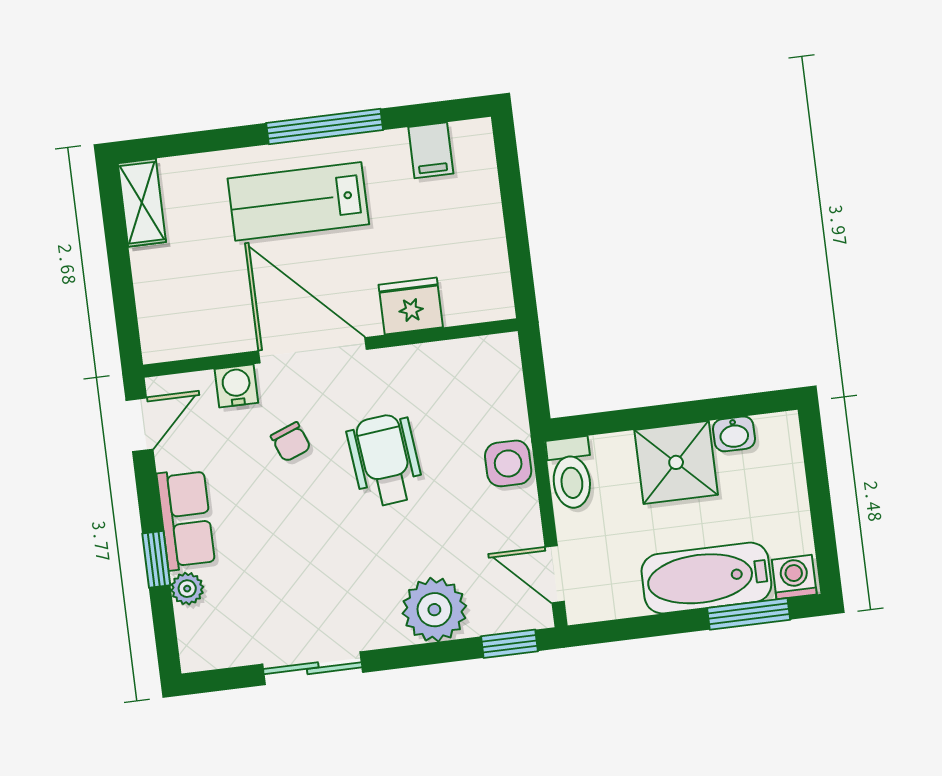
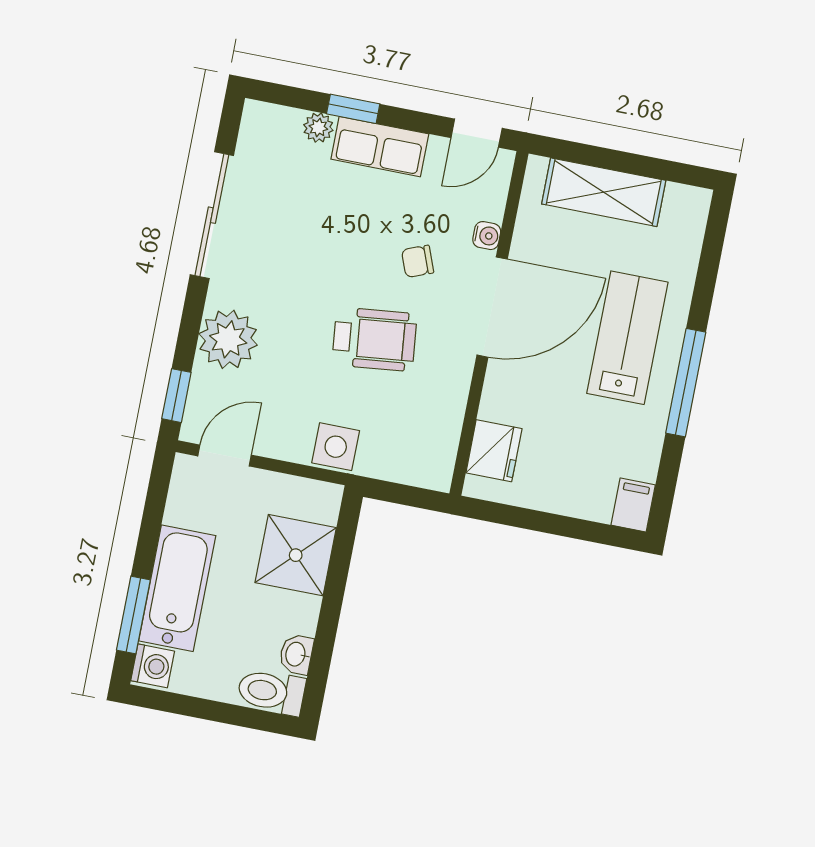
filing cabinet: (431, 150) -> (633, 505), moved, turned 90
shelving: (142, 203) -> (604, 192), moved, width x1.50, depth x1.33
fridge: (411, 306) -> (494, 451), moved
water cooler: (236, 386) -> (487, 236), width x0.72, depth x0.72
door: (139, 425) -> (477, 133), hinge flipped
shower: (676, 462) -> (296, 555), moved
toilet: (571, 473) -> (271, 692), moved
sliding door: (313, 668) -> (212, 215), width x1.37

